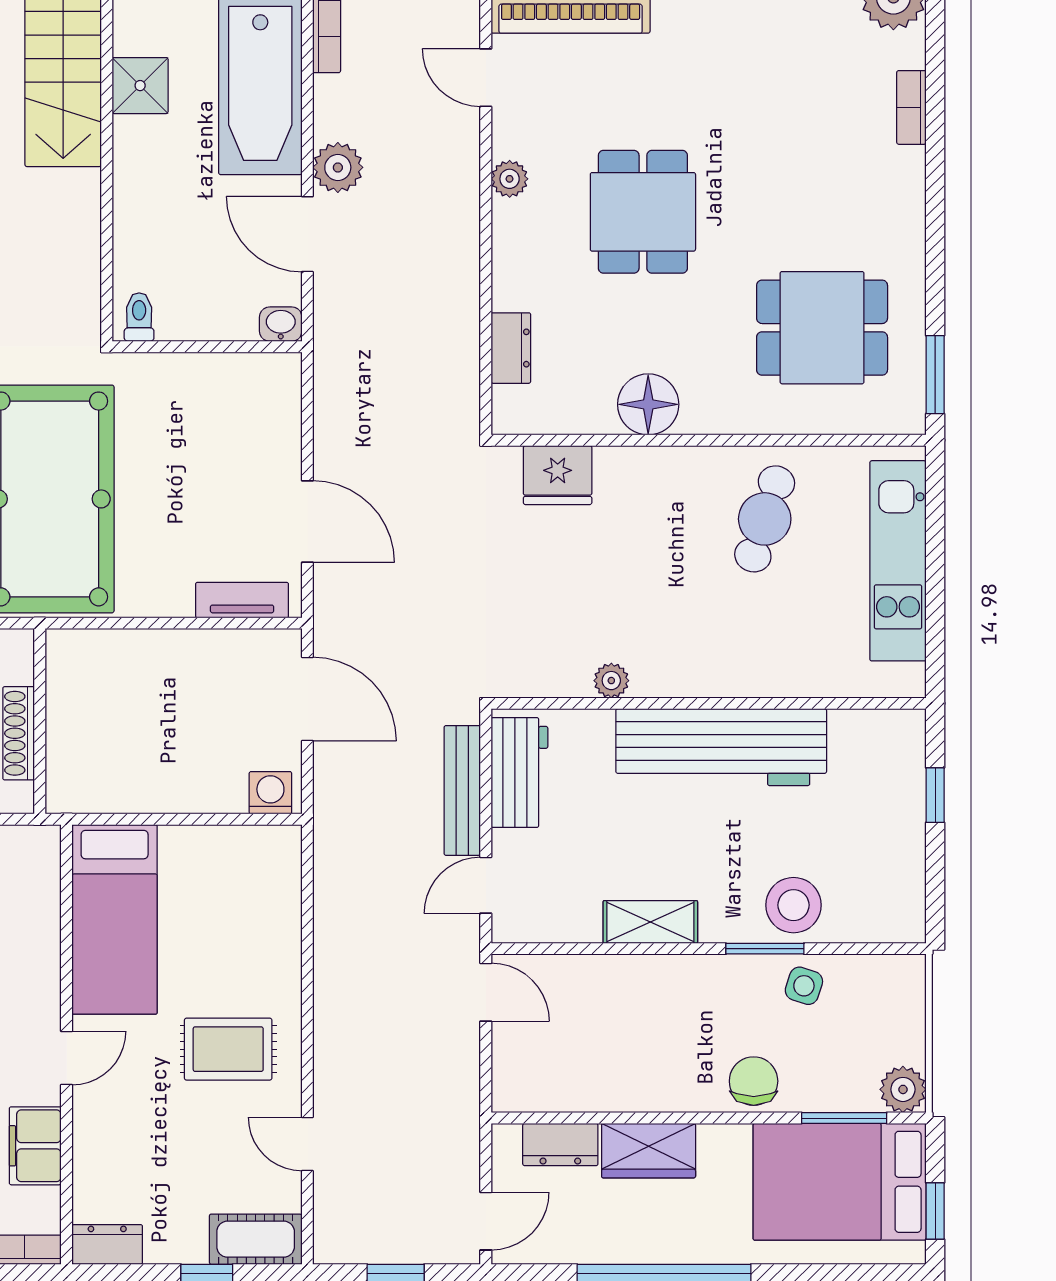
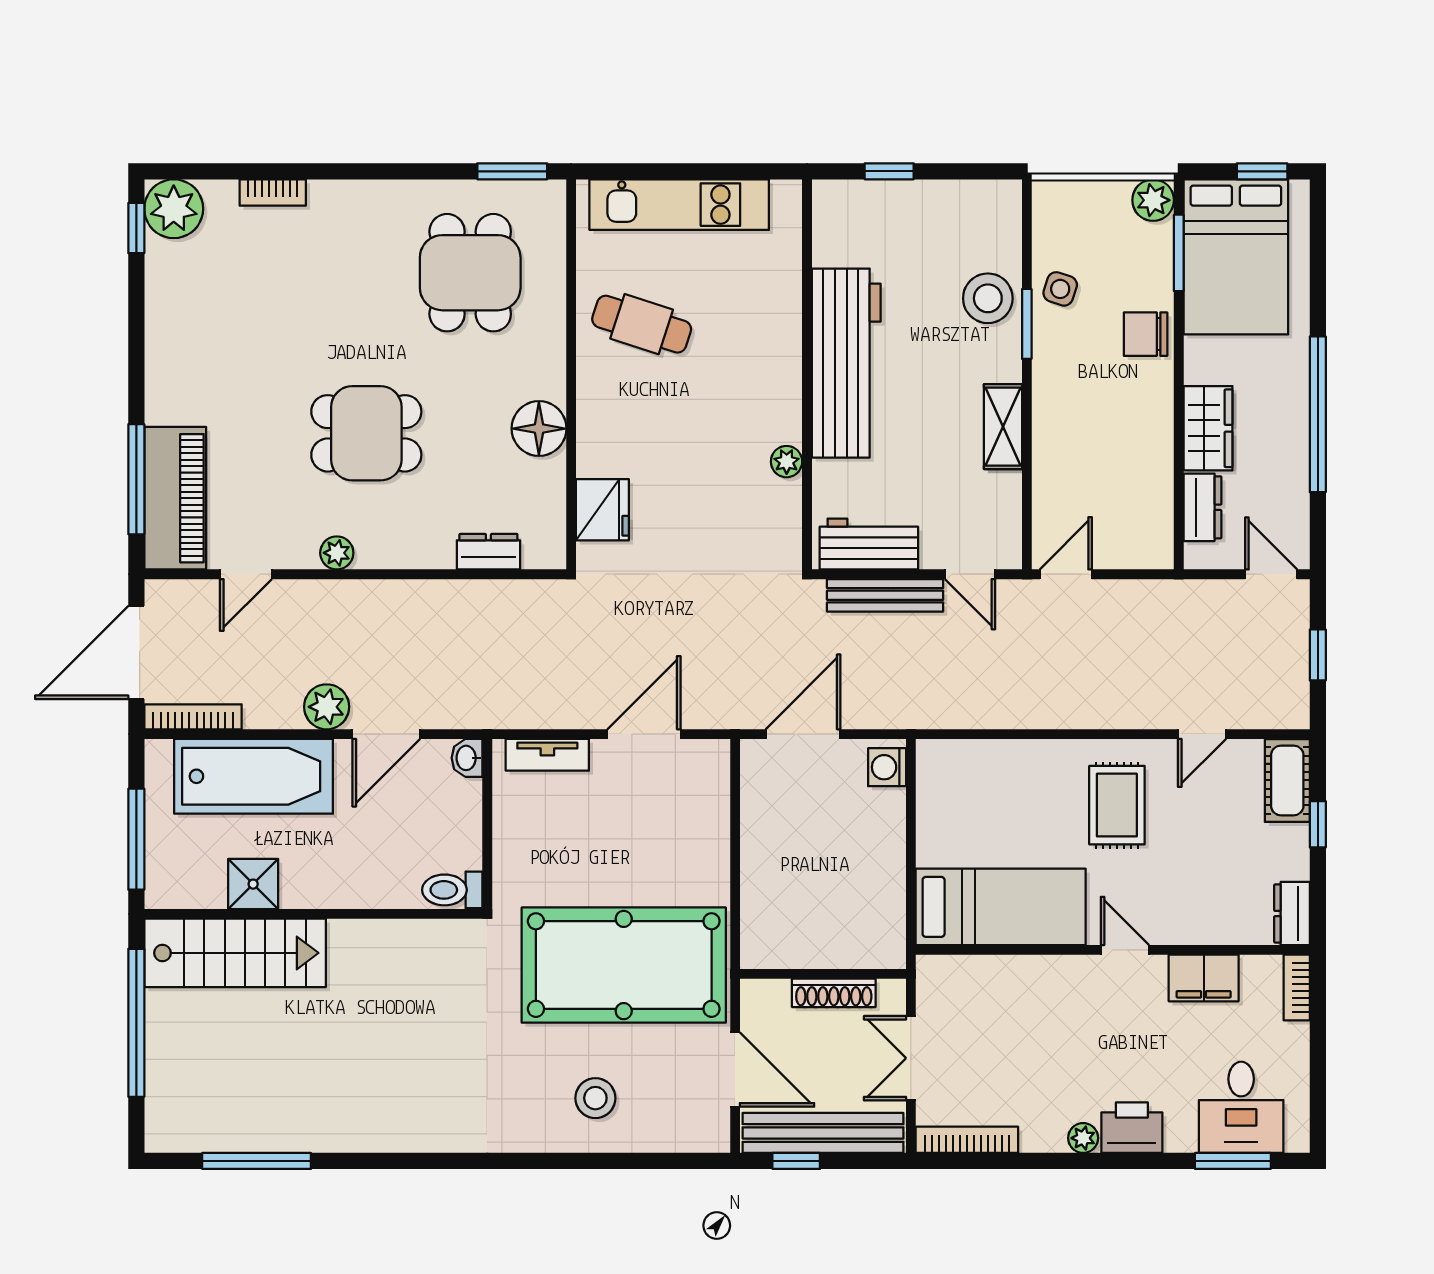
toilet: (139, 317) -> (452, 890), width x1.37, depth x1.39
tv unit: (242, 600) -> (547, 755), moved, turned -90

